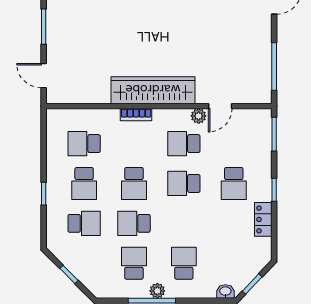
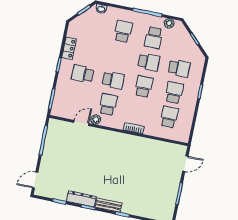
door: (44, 76) -> (185, 164), hinge flipped
wardrobe: (153, 90) -> (120, 141), removed
school desk: (84, 144) -> (169, 117), turned -90
school desk: (184, 144) -> (108, 105), turned -90
school desk: (234, 183) -> (83, 74), turned -90
school desk: (84, 223) -> (179, 68), turned 180
school desk: (184, 263) -> (123, 31), turned 180
plant: (157, 291) -> (169, 23), moved

